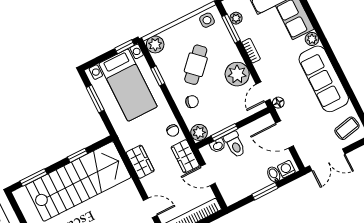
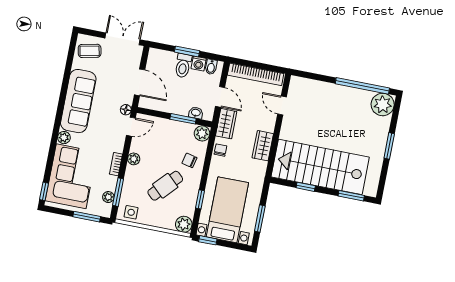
plant: (237, 74) -> (134, 159), width x0.53, depth x0.53
toilet: (235, 144) -> (183, 66), moved, turned 180
washing machine: (286, 169) -> (199, 63), moved
bidet: (274, 174) -> (211, 67), moved

